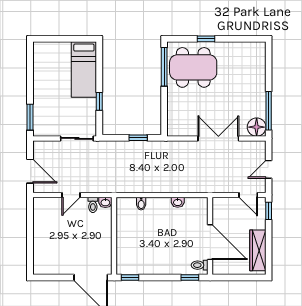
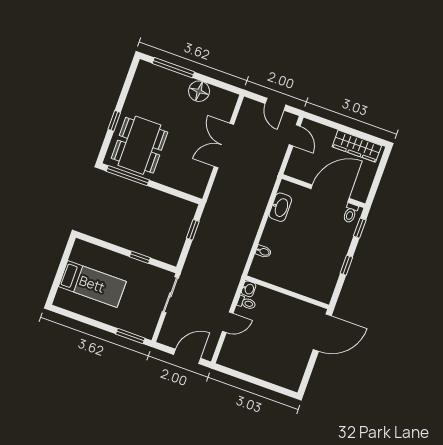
bed: (84, 70) -> (92, 284), moved
window: (269, 111) -> (173, 68), moved
floor lamp: (257, 127) -> (199, 91), moved
door: (71, 195) -> (228, 322), hinge flipped
door: (248, 195) -> (295, 135), hinge flipped
washbasin: (178, 202) -> (280, 207), width x1.91, depth x1.45
window: (269, 211) -> (319, 120), removed
window: (130, 277) -> (346, 265), moved

